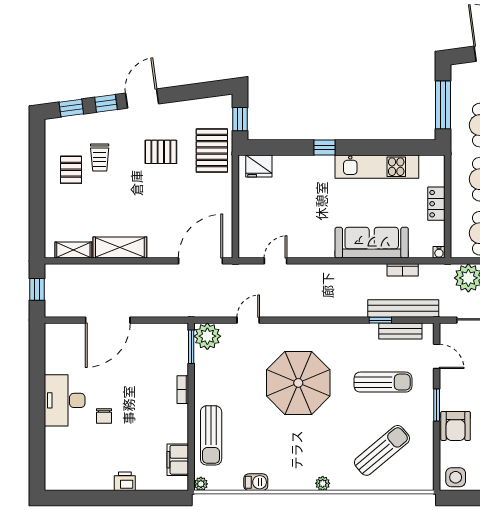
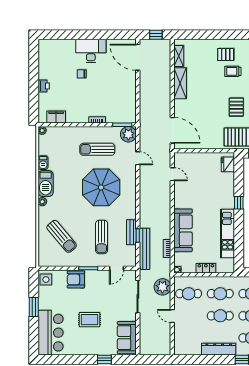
door: (108, 320) -> (138, 57), moved
bench: (400, 331) -> (131, 232), moved
sun lounger: (211, 435) -> (97, 149), moved
barbecue: (292, 478) -> (46, 184), added

